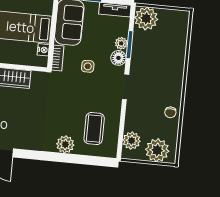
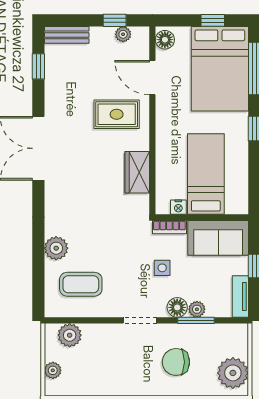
plant: (146, 18) -> (233, 373), moved
chair: (170, 112) -> (176, 362), moved, width x1.87, depth x1.87
plant: (157, 150) -> (53, 370), width x0.53, depth x0.53

